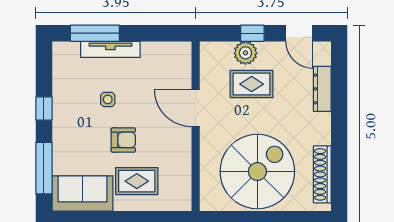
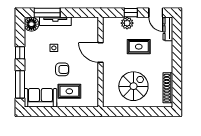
floor lamp: (66, 55) -> (31, 24), added
rug: (252, 84) -> (139, 47), moved
dresser: (322, 89) -> (168, 29), moved
spiral stairs: (257, 172) -> (133, 86), width x0.73, depth x0.73

